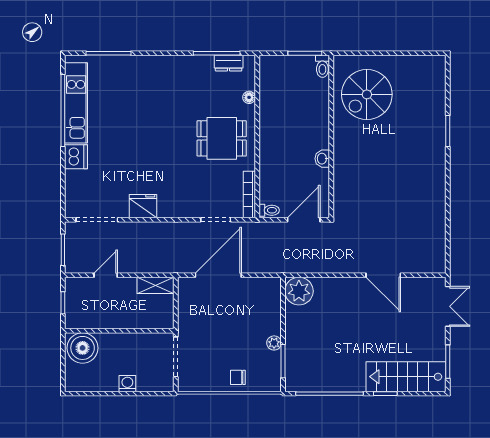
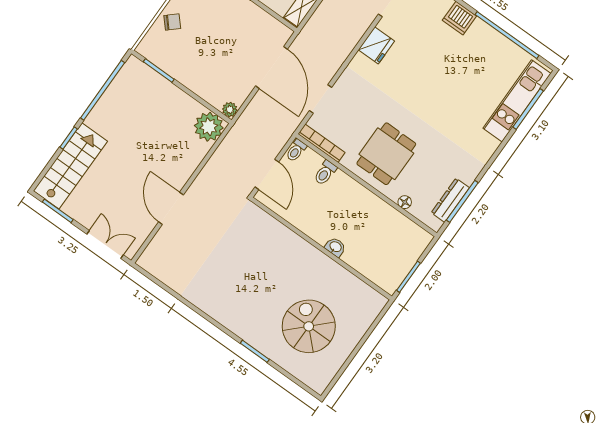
dresser: (229, 63) -> (450, 200), width x1.44
toilet: (322, 66) -> (325, 173), moved, turned -90
spiral stairs: (367, 94) -> (309, 326), moved
kitchen unit: (76, 103) -> (517, 101), moved, turned 90
washbasin: (322, 159) -> (335, 247), moved
door: (383, 275) -> (171, 208), hinge flipped
double door: (448, 306) -> (105, 245), swing flipped
plant: (274, 343) -> (230, 110), moved
chair: (238, 377) -> (172, 22), turned 48

